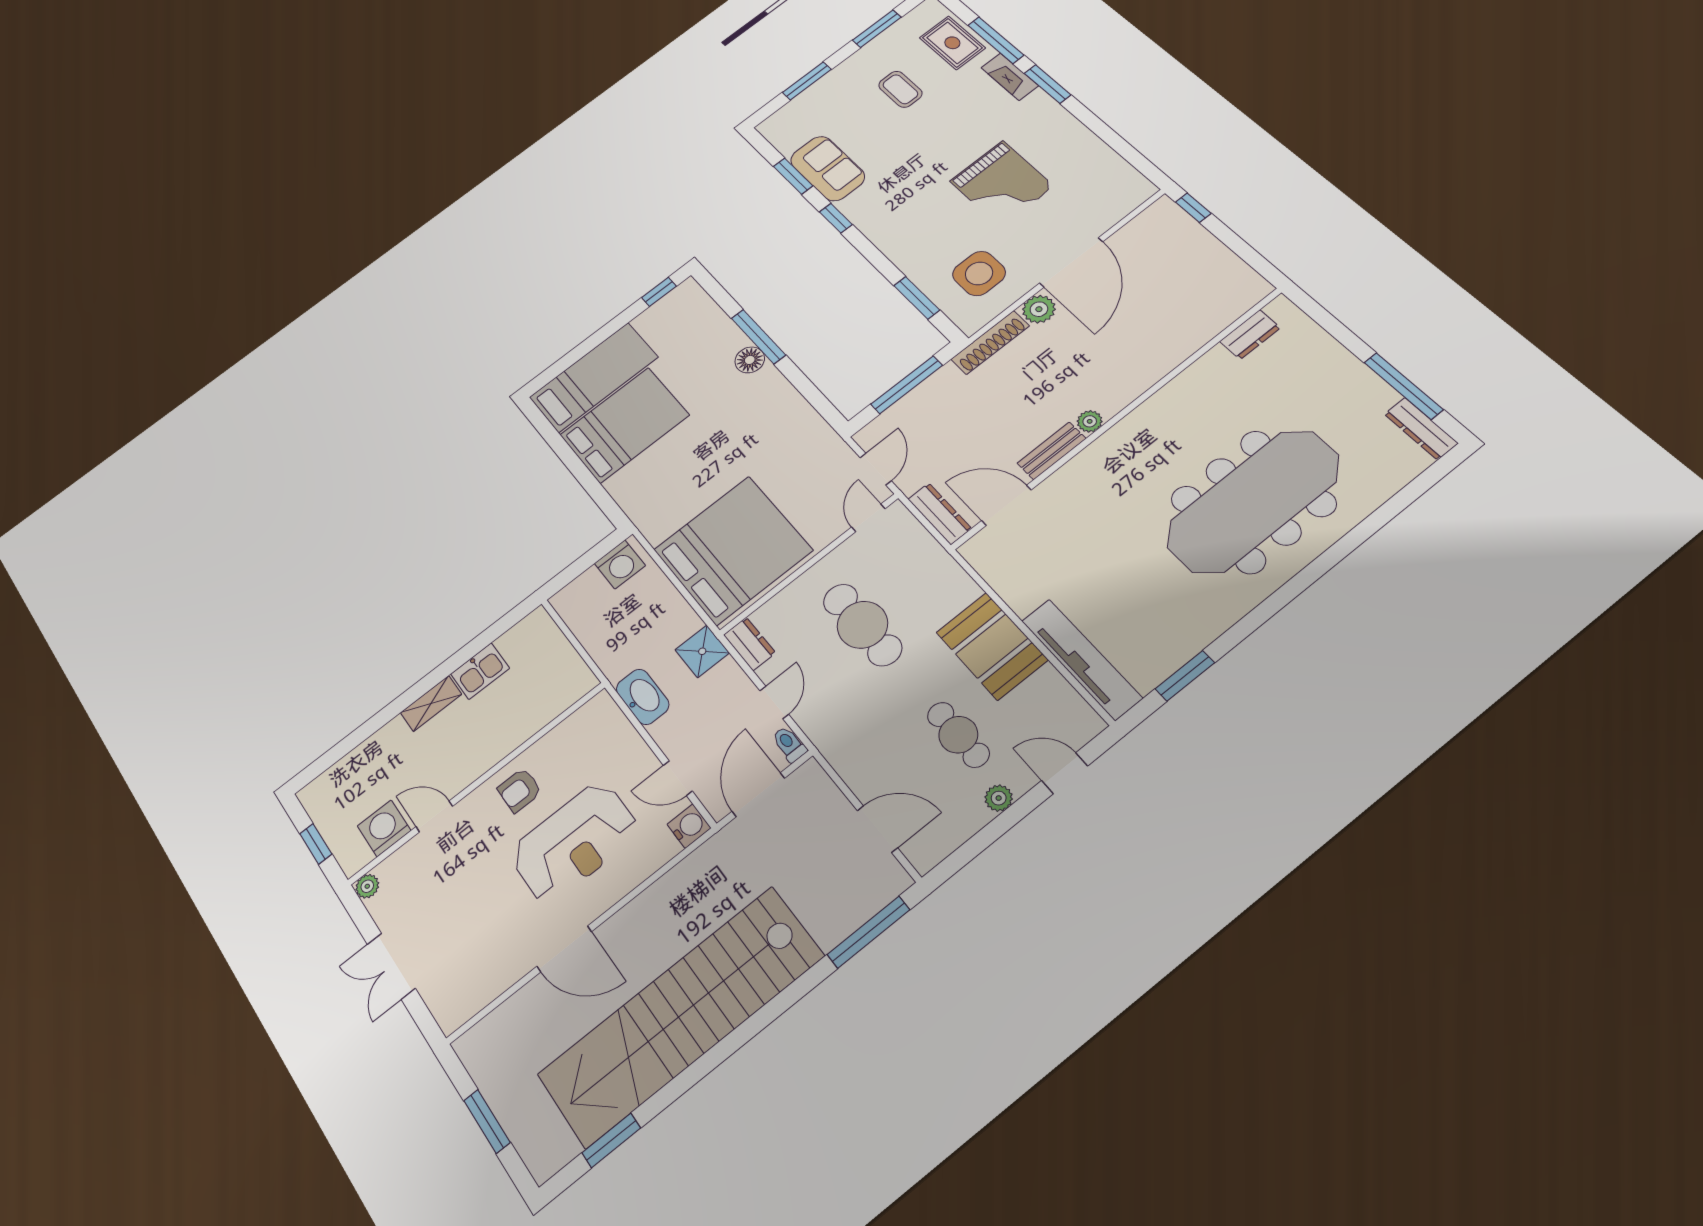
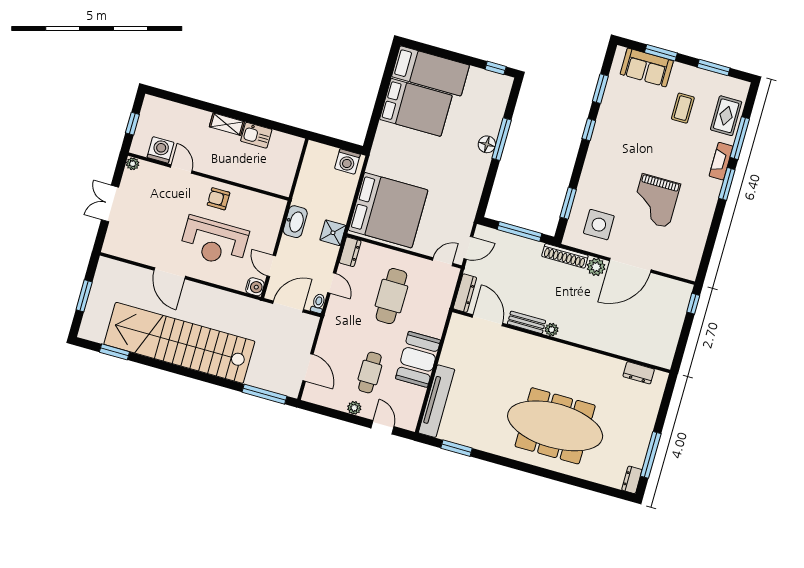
sofa: (827, 168) -> (647, 67), moved, turned 90
dresser: (1421, 429) -> (632, 480), width x0.70
door: (774, 702) -> (332, 283), hinge flipped

